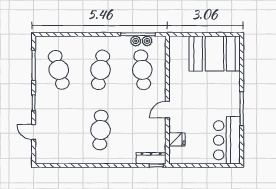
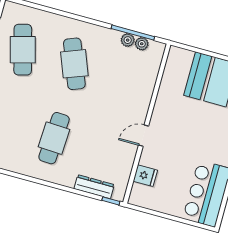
cafe table: (100, 70) -> (74, 64), turned -30
cafe table: (142, 70) -> (126, 78), removed
dresser: (151, 158) -> (94, 187), moved

